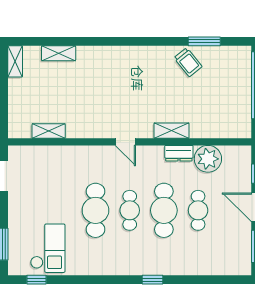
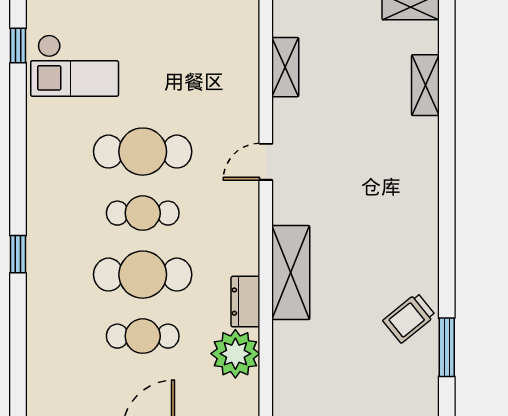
shelving: (171, 131) -> (291, 273), width x1.50, depth x1.33
door: (125, 142) -> (266, 162), moved

